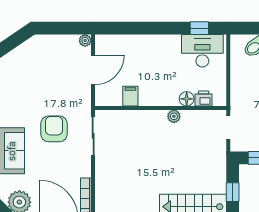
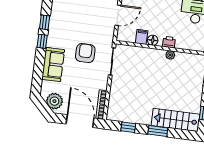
floor lamp: (187, 99) -> (153, 40), moved
printer: (204, 99) -> (169, 42), moved

